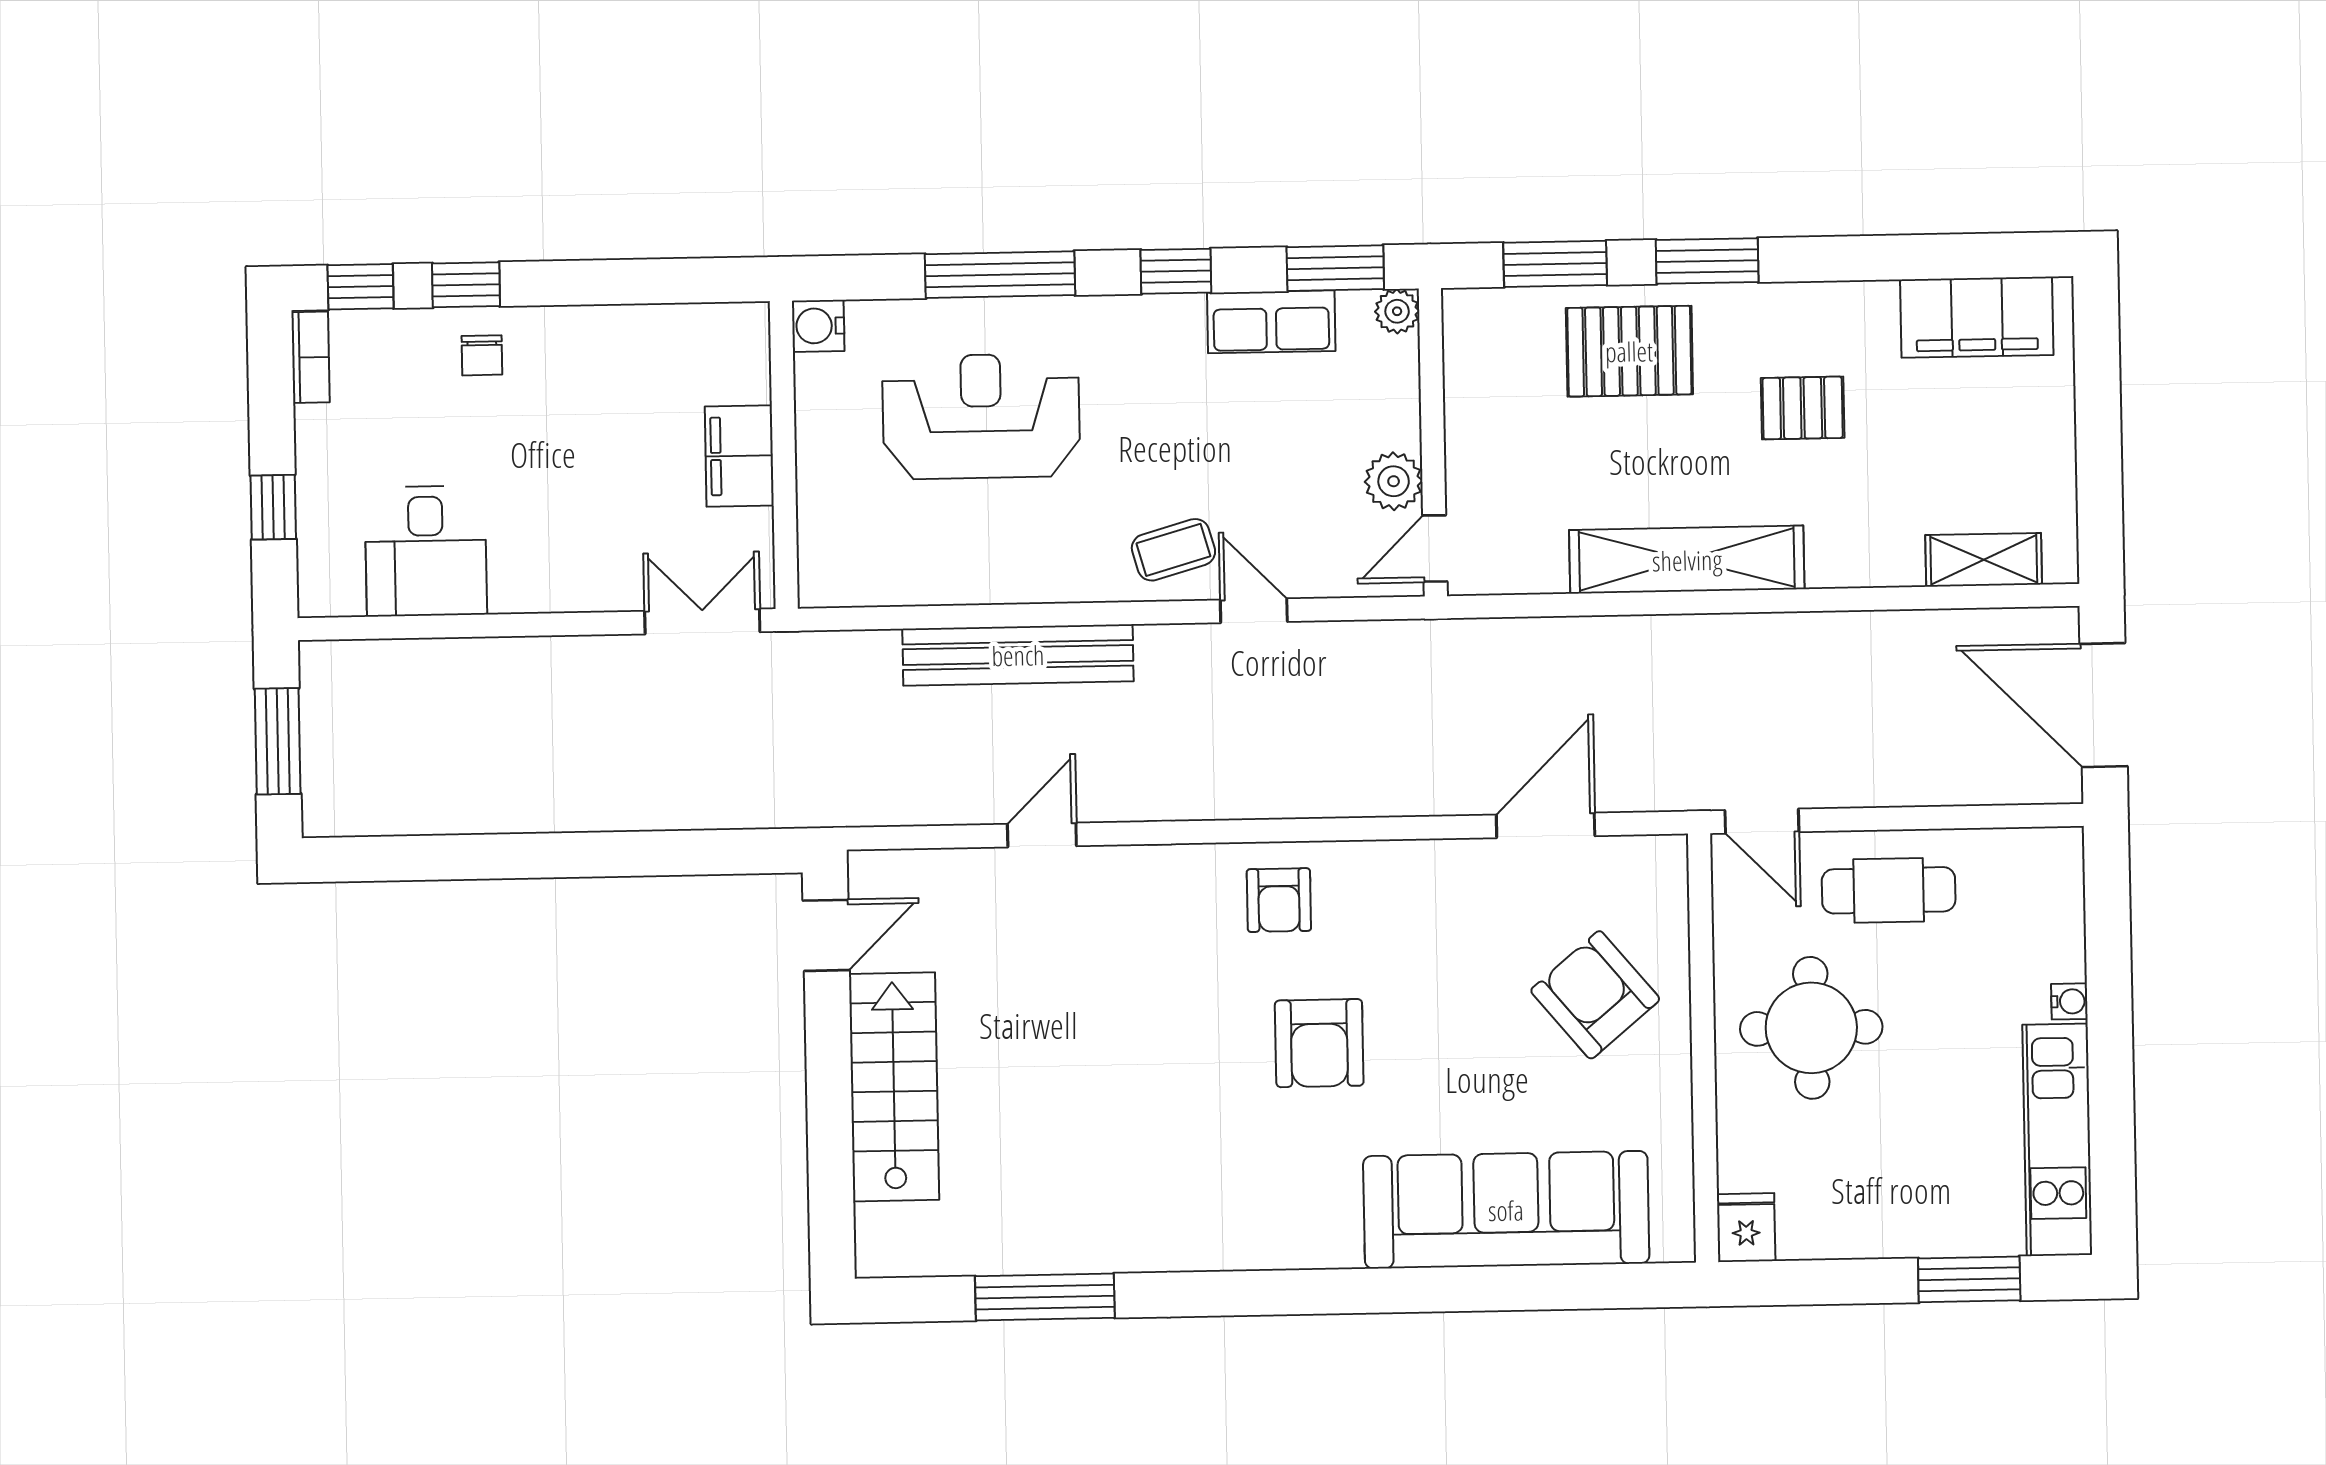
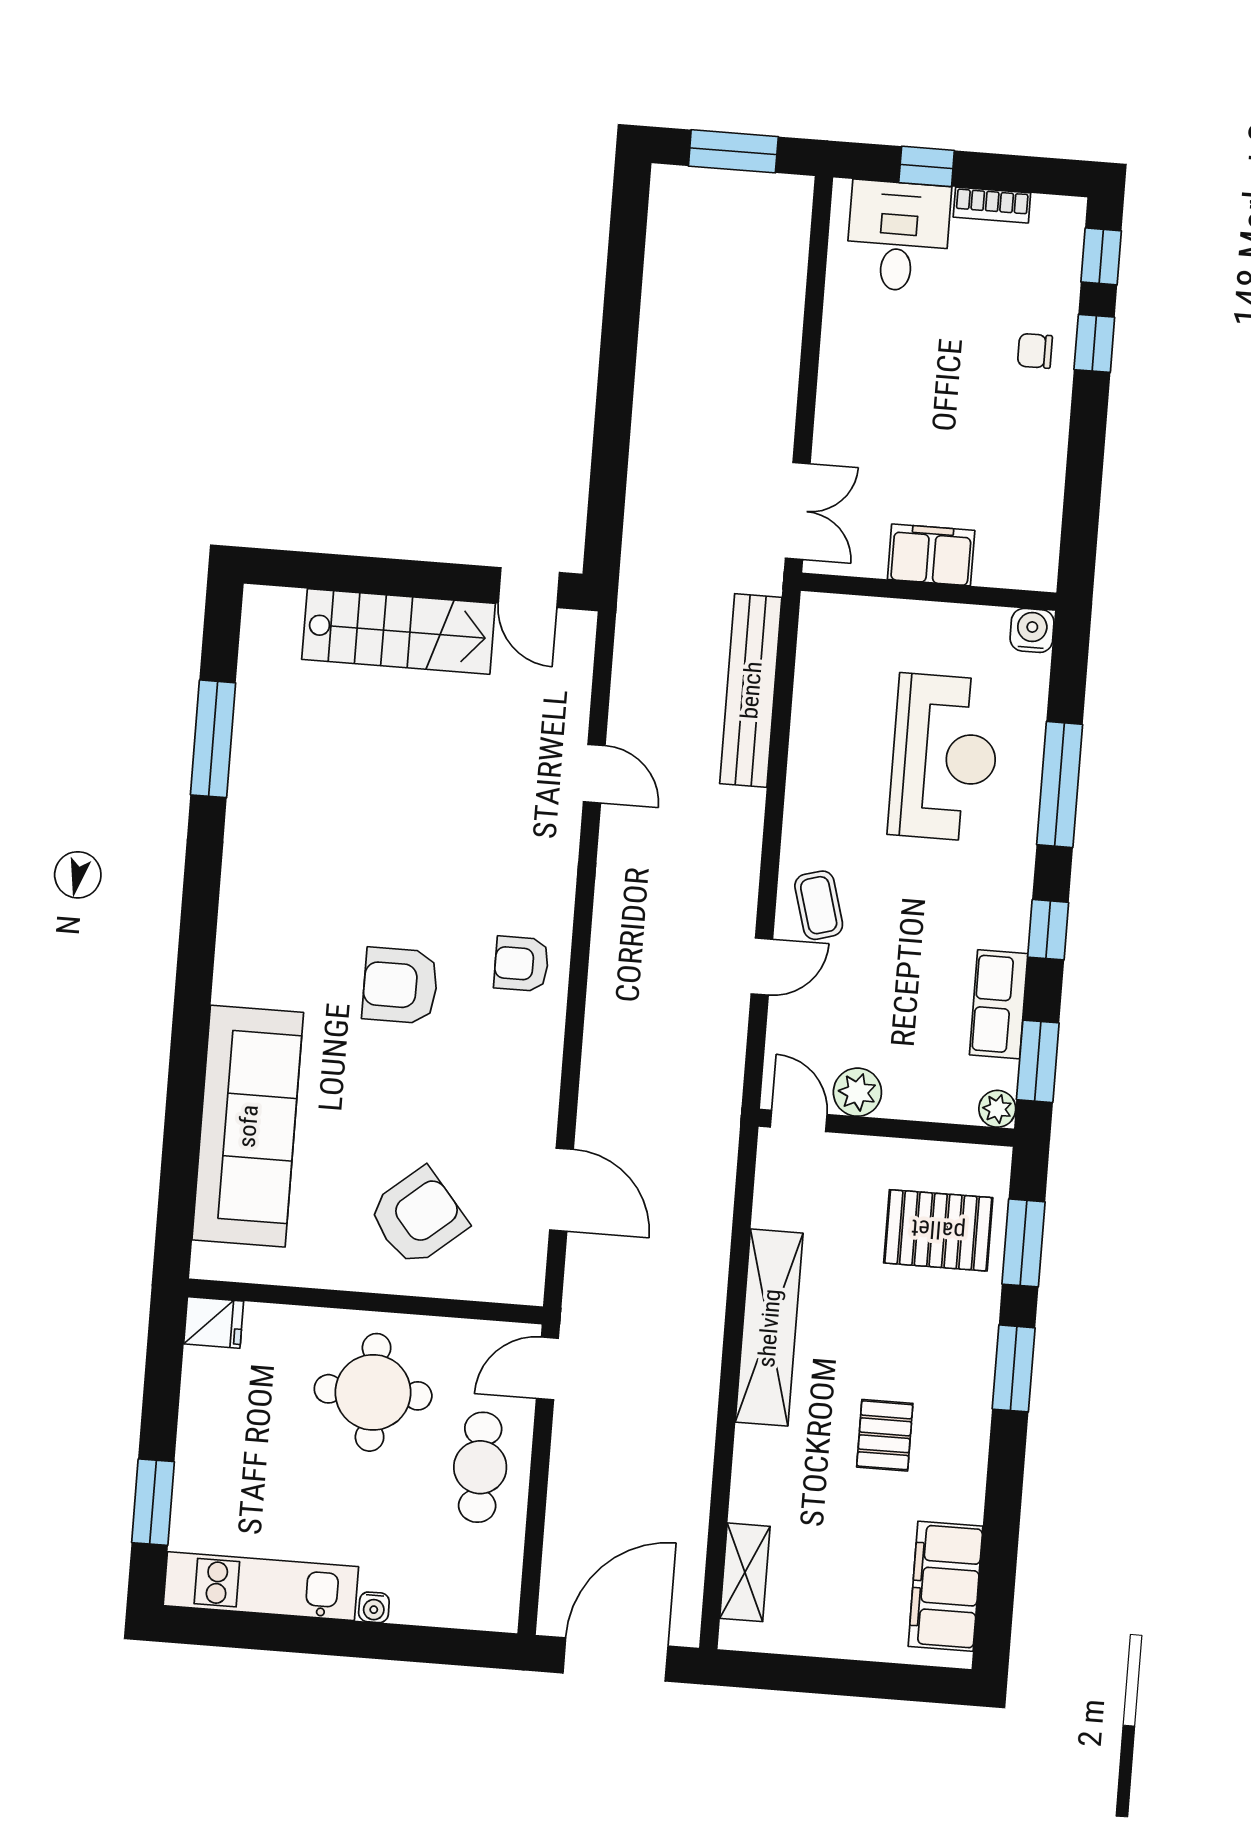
pallet: (1629, 351) -> (938, 1230), moved, turned 90
bookcase: (311, 357) -> (992, 205), moved
desk: (426, 551) -> (898, 236), moved, turned 90
bench: (1018, 655) -> (751, 690), moved

